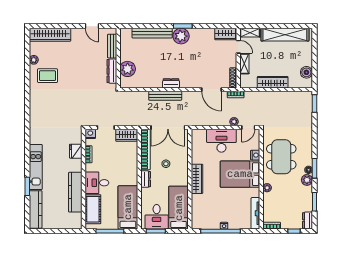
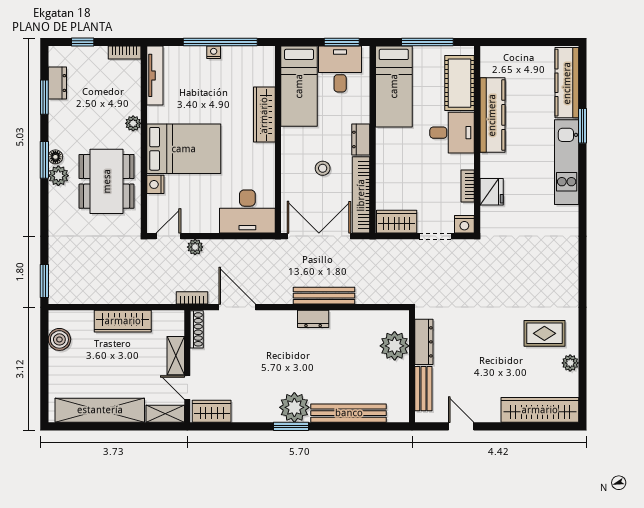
desk: (221, 141) -> (247, 211), moved
wardrobe: (197, 179) -> (264, 115), moved
plant: (307, 180) -> (58, 176), moved
dresser: (308, 220) -> (57, 83), moved

